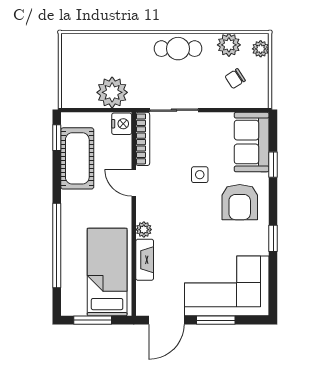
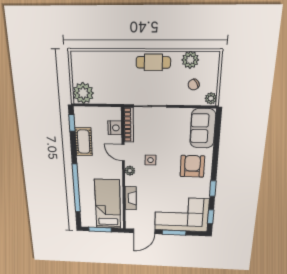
plant: (261, 49) -> (211, 98), moved
plant: (112, 92) -> (83, 93), moved
nightstand: (122, 124) -> (115, 128), moved
cot: (77, 158) -> (84, 142), width x0.73, depth x0.75
window: (273, 165) -> (211, 217), moved
side table: (200, 175) -> (150, 160), moved
armchair: (240, 202) -> (192, 166), turned 180
plant: (144, 230) -> (130, 171), moved

